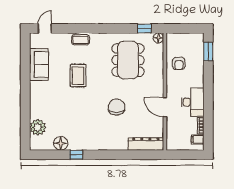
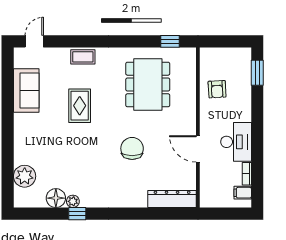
floor lamp: (158, 38) -> (189, 54), removed
plant: (73, 146) -> (73, 201), added

